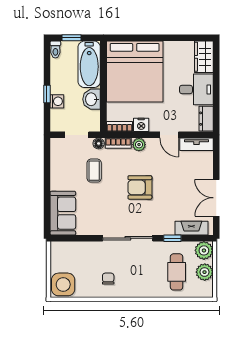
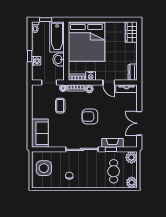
desk: (196, 89) -> (126, 53), removed
fireplace: (191, 228) -> (112, 143), moved
plant: (205, 272) -> (132, 182), moved
side table: (63, 284) -> (44, 168), moved

